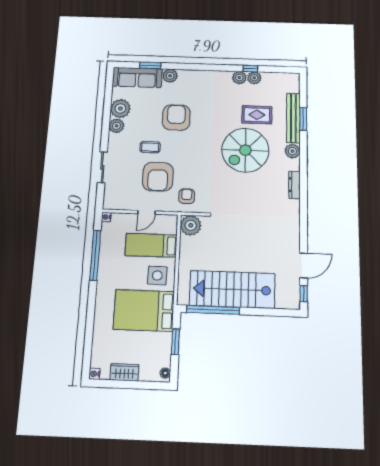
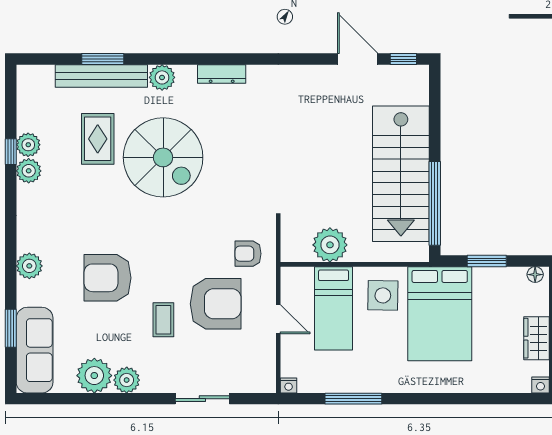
plant: (170, 76) -> (29, 266), moved
plant: (191, 225) -> (330, 245), moved
window: (95, 255) -> (353, 399), width x0.68

